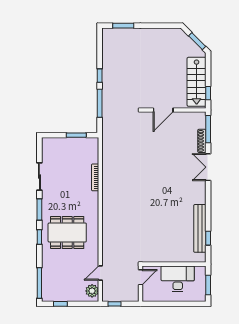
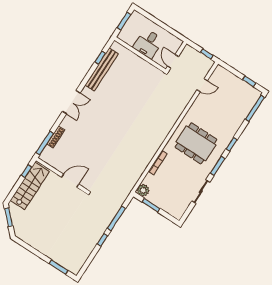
double door: (208, 167) -> (71, 102), moved
dining table: (67, 232) -> (196, 143), moved
door: (140, 277) -> (173, 61), hinge flipped
desk: (178, 279) -> (148, 44), width x0.73
plant: (92, 291) -> (143, 190), moved

